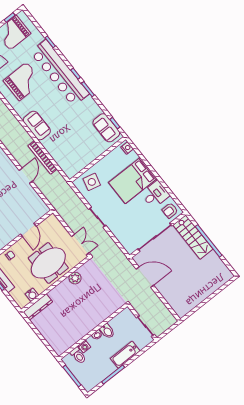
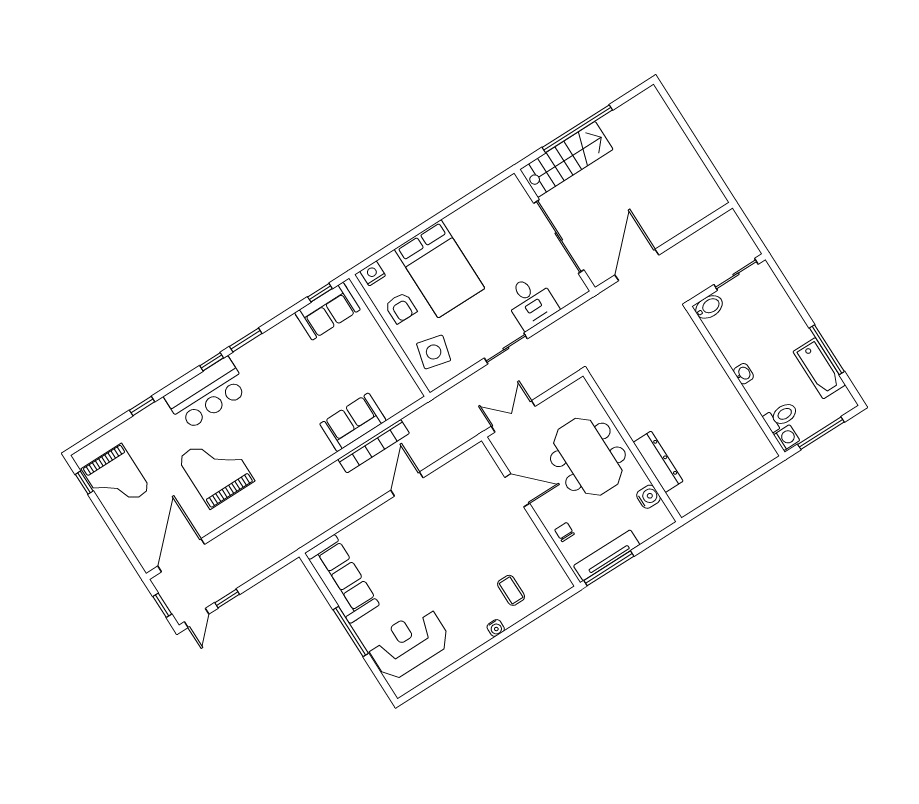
bar counter: (60, 73) -> (207, 394), width x0.54
sofa: (37, 125) -> (353, 422), moved
door: (26, 176) -> (407, 484), hinge flipped
desk: (155, 194) -> (531, 302), moved, turned 180
armchair: (170, 210) -> (401, 308), moved
double door: (80, 244) -> (513, 416), moved
plant: (75, 278) -> (624, 406), removed
dresser: (38, 307) -> (658, 462), moved
bidet: (107, 331) -> (709, 307), moved
washing machine: (84, 346) -> (787, 438), moved
bathtub: (125, 355) -> (819, 368), moved

